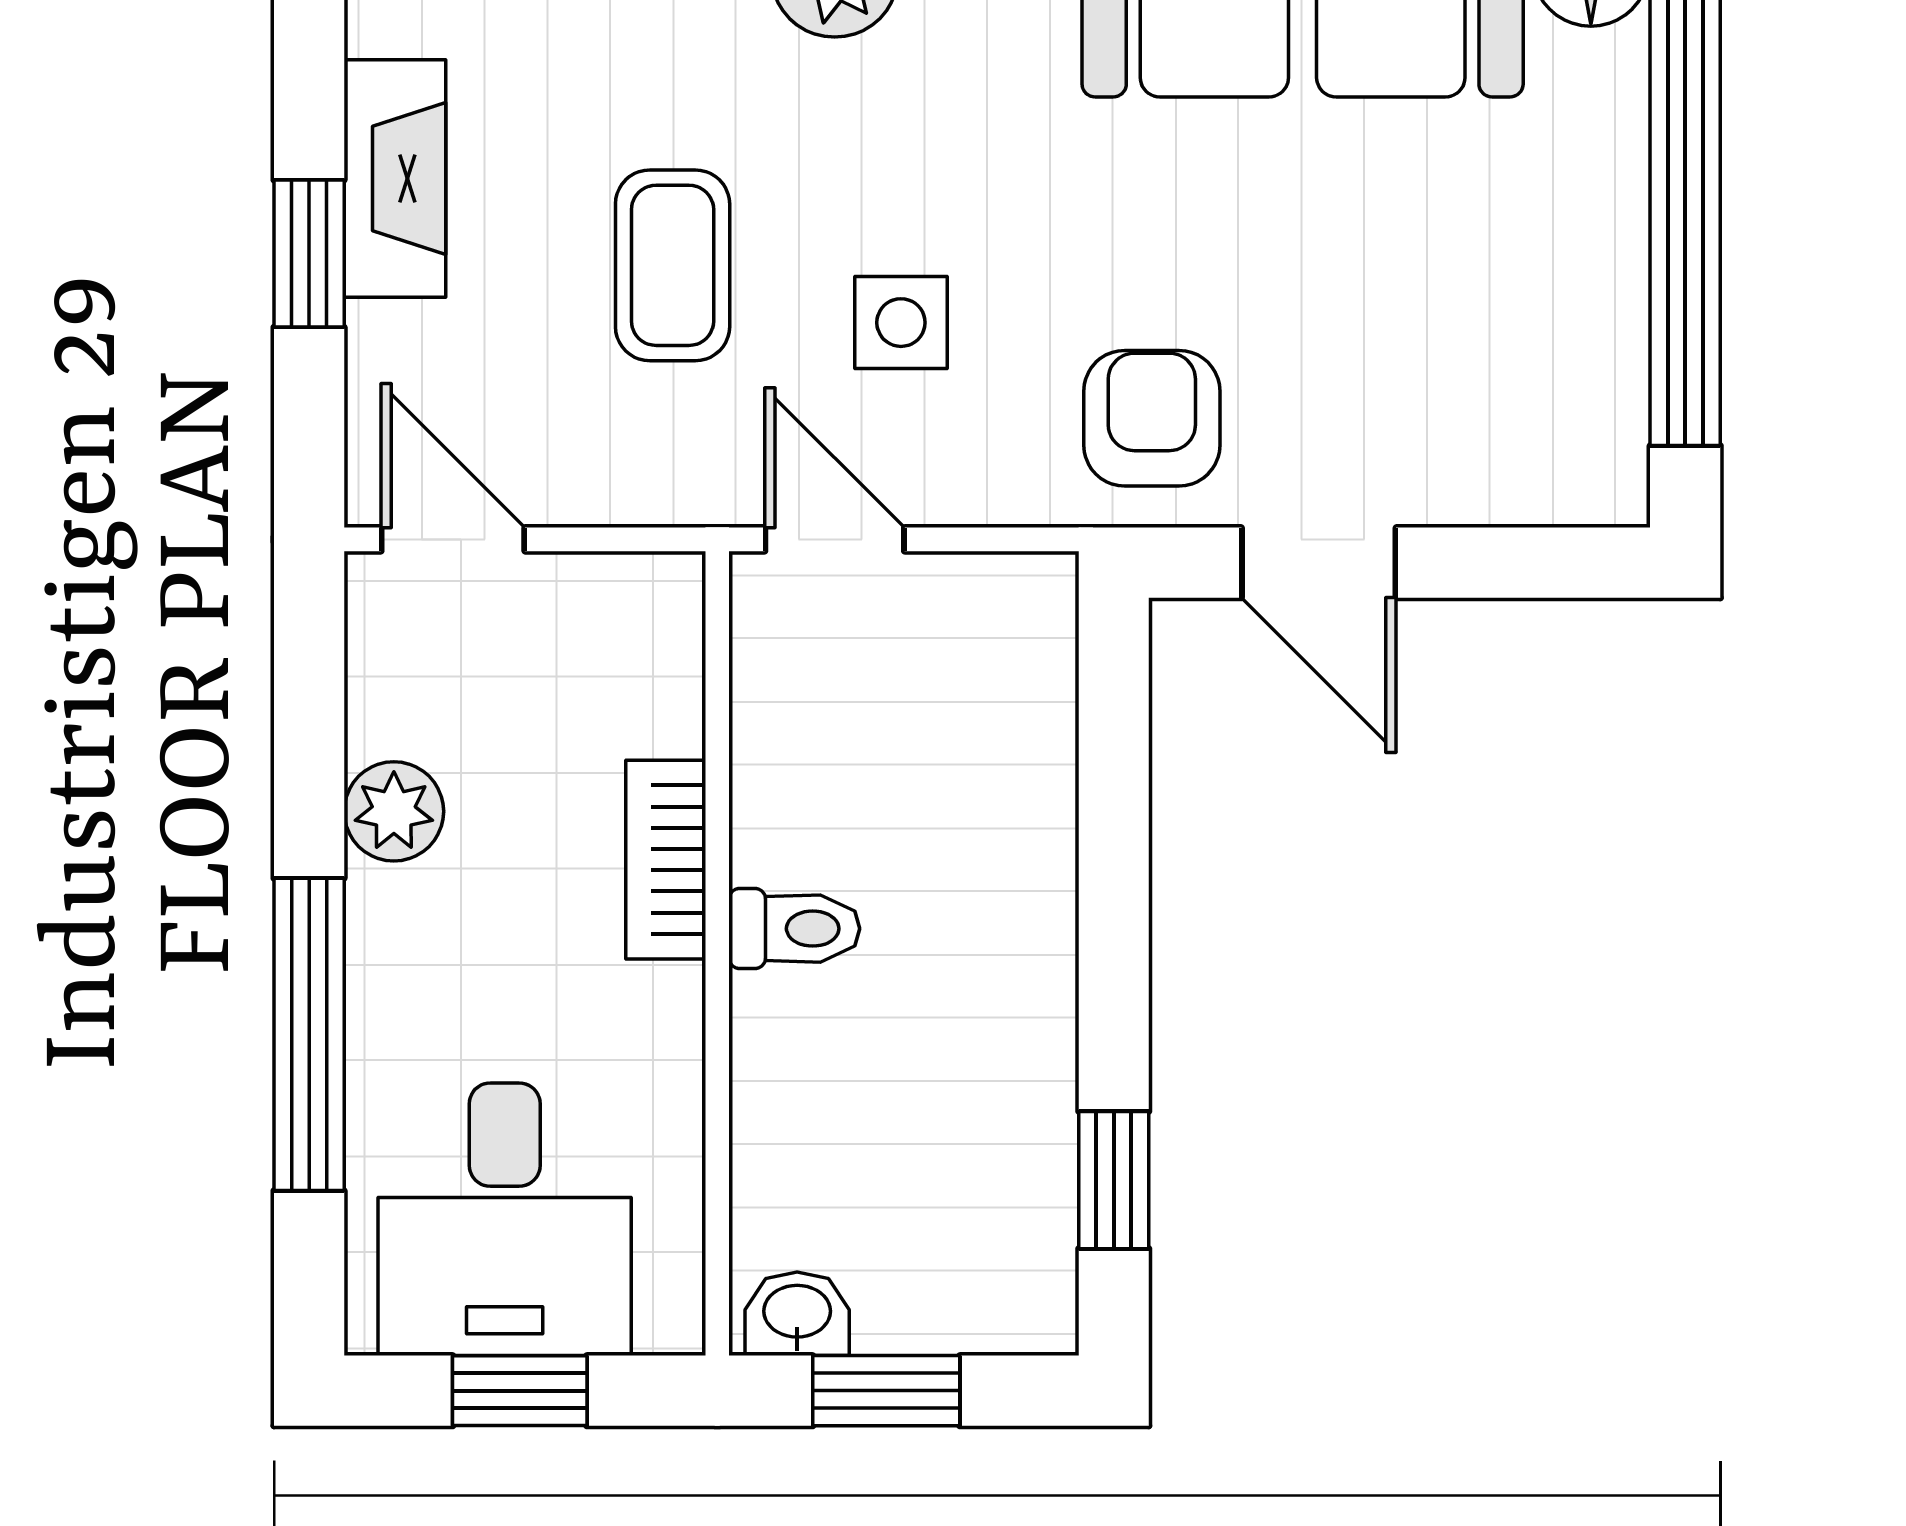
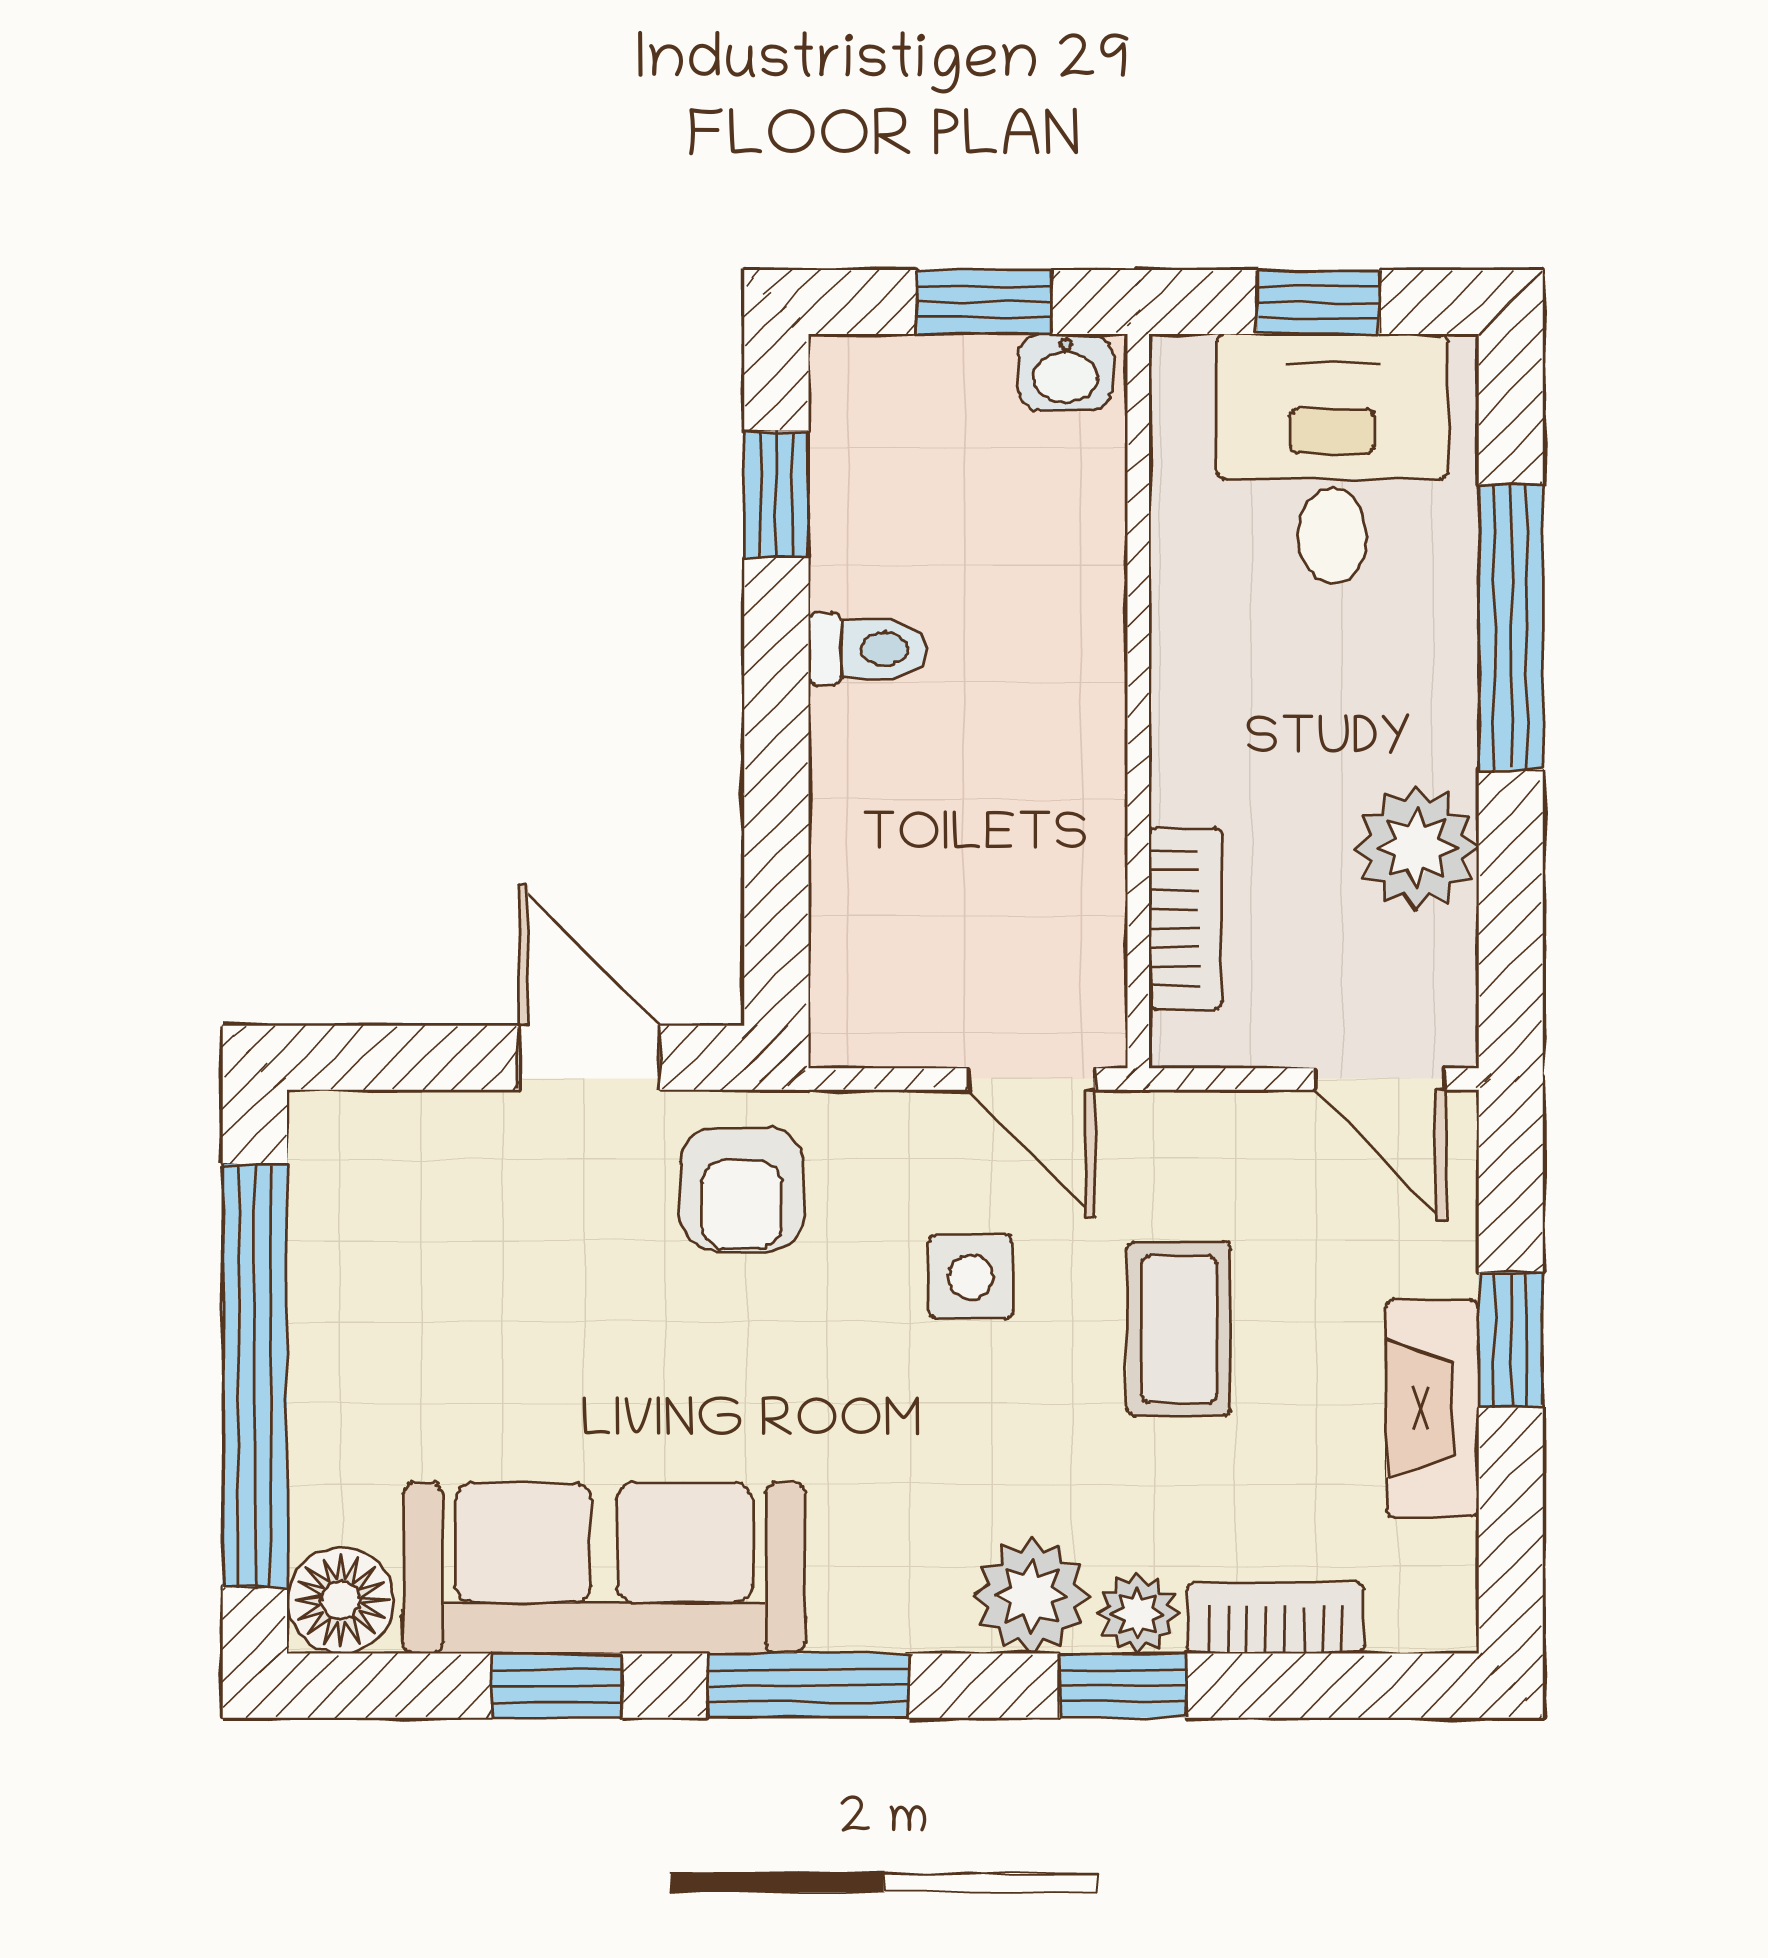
plant: (394, 811) -> (1416, 848), width x1.38, depth x1.38
bookcase: (666, 860) -> (1185, 919), moved
toilet: (794, 929) -> (868, 649), moved, turned 180

